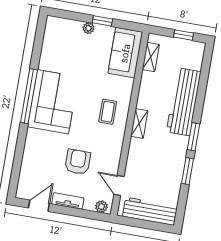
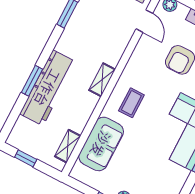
sofa: (125, 53) -> (101, 144), moved
window: (193, 137) -> (32, 81), moved

